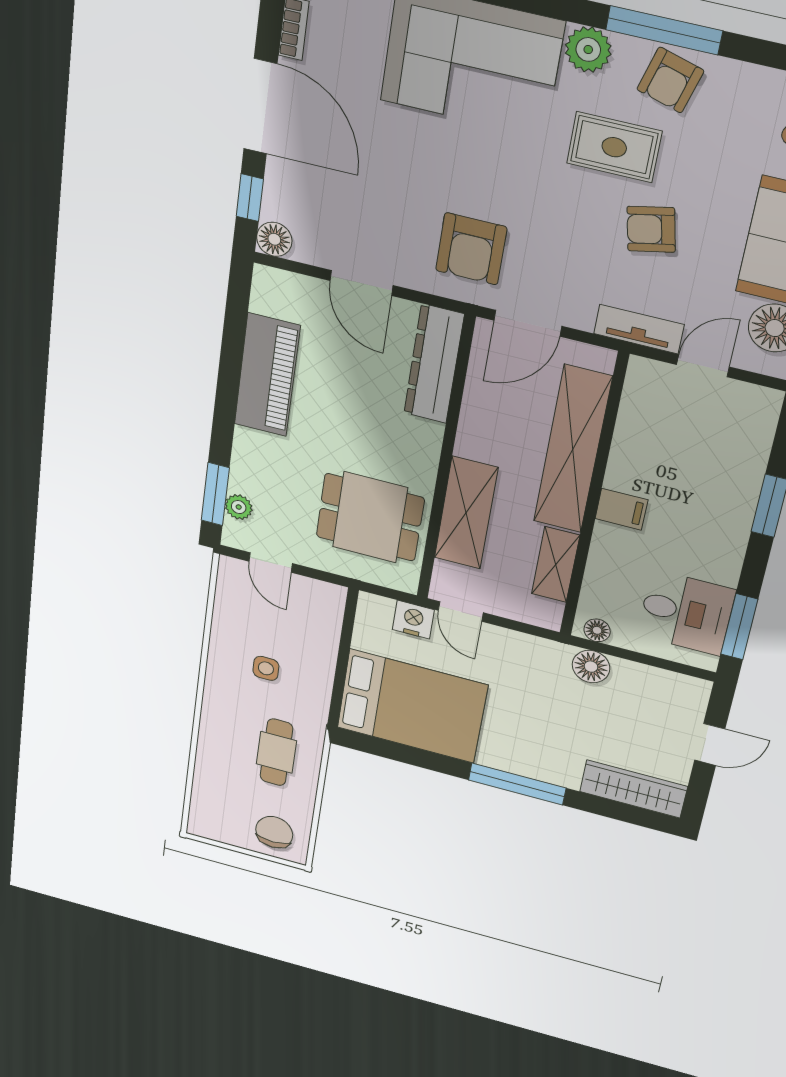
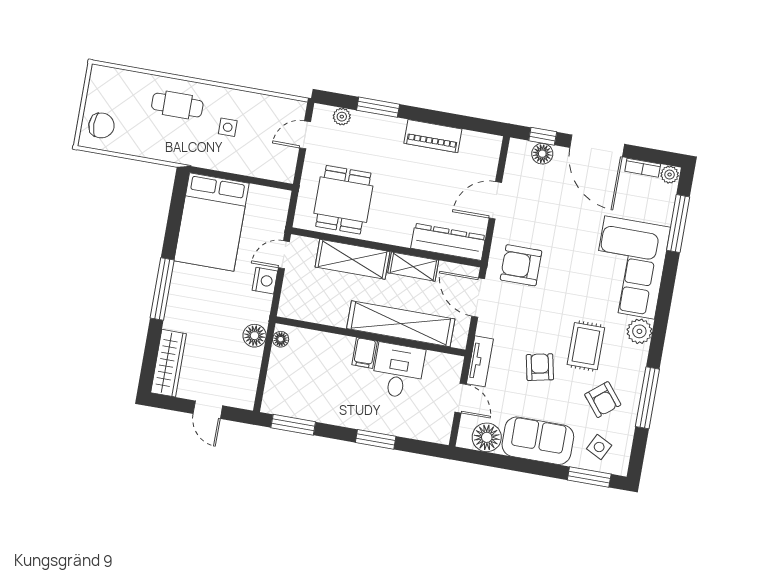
window: (664, 30) -> (647, 398), moved
armchair: (670, 80) -> (603, 400), moved, turned -145
door: (260, 106) -> (597, 146), hinge flipped
floor lamp: (274, 239) -> (542, 154), moved
piano: (267, 375) -> (433, 136), width x0.73, depth x0.75
window: (215, 494) -> (378, 107), moved
shelving: (556, 565) -> (413, 267), moved
desk: (686, 613) -> (398, 371), moved, turned 180
nightstand: (413, 620) -> (265, 281), moved
cafe table: (276, 752) -> (177, 105), moved

